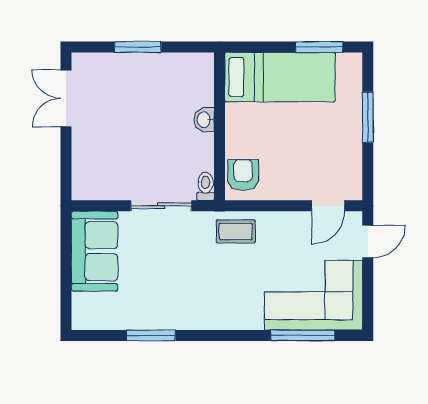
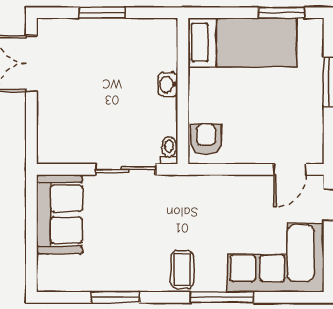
coffee table: (236, 231) -> (182, 270), moved, turned 90
window: (303, 335) -> (222, 297), moved

